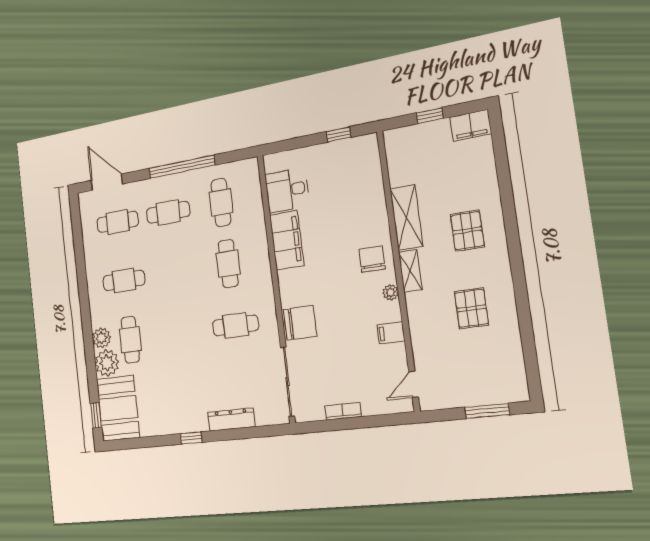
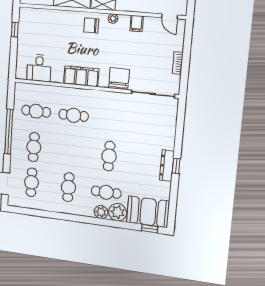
filing cabinet: (287, 240) -> (81, 76), moved
cafe table: (235, 325) -> (109, 156), moved
dresser: (231, 419) -> (167, 166), moved

